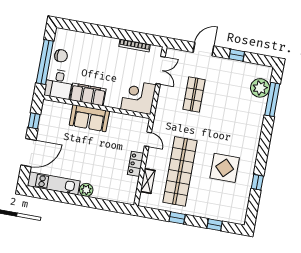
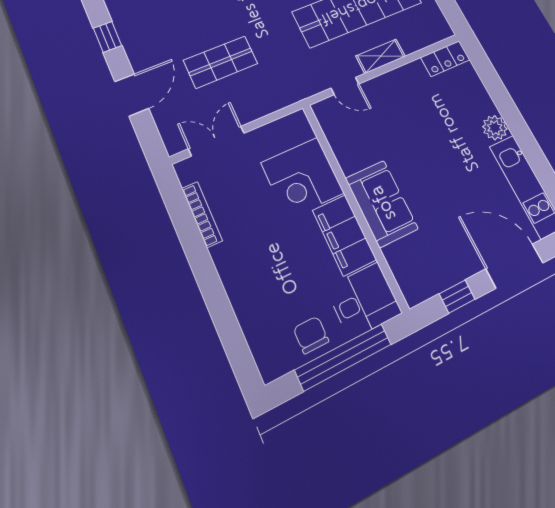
door: (203, 49) -> (132, 95), swing flipped
corner desk: (138, 97) -> (302, 178), moved
door: (148, 139) -> (345, 86), swing flipped
locker: (136, 164) -> (445, 59), moved
shelving: (148, 181) -> (381, 56), moved

